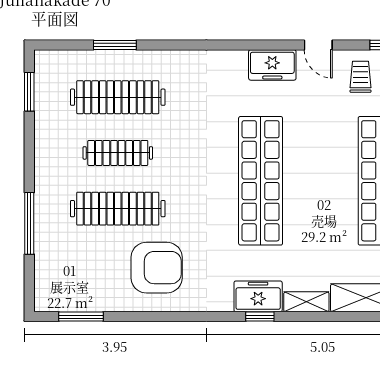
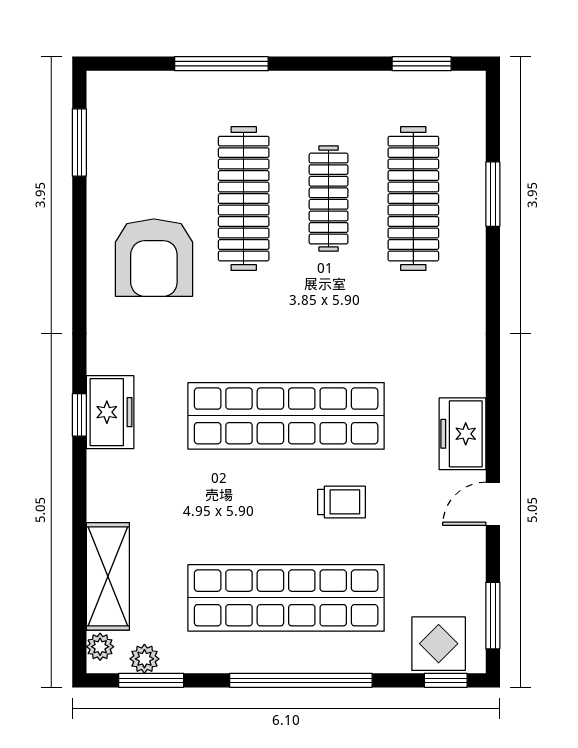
trolley: (360, 77) -> (342, 502), moved
shelving: (306, 302) -> (102, 486), removed

